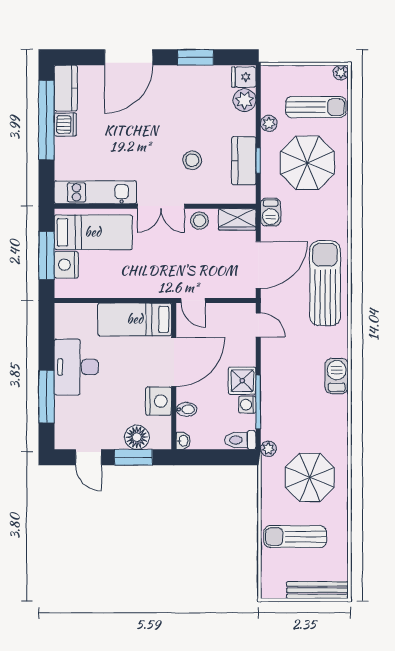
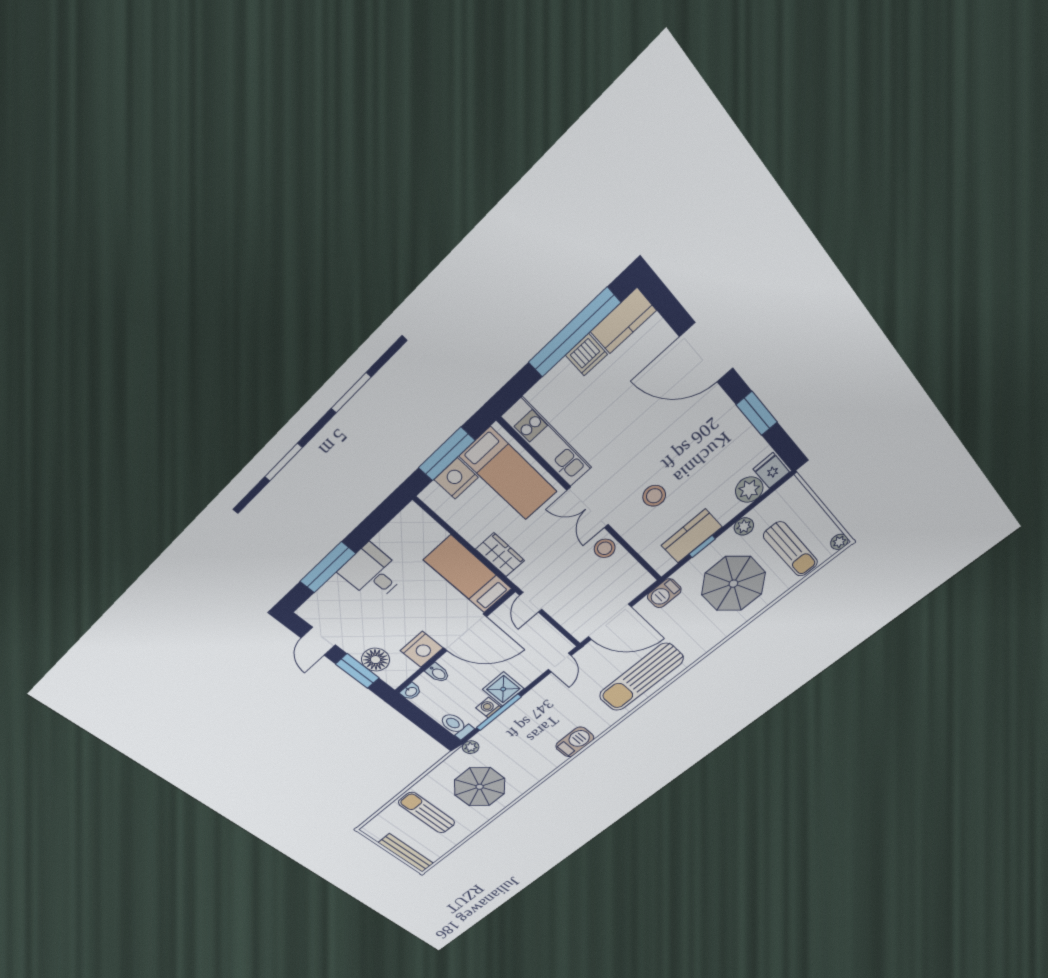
wardrobe: (237, 219) -> (500, 555), moved, turned 180
sun lounger: (325, 283) -> (641, 677), turned 180
desk: (76, 367) -> (372, 573), width x0.73

